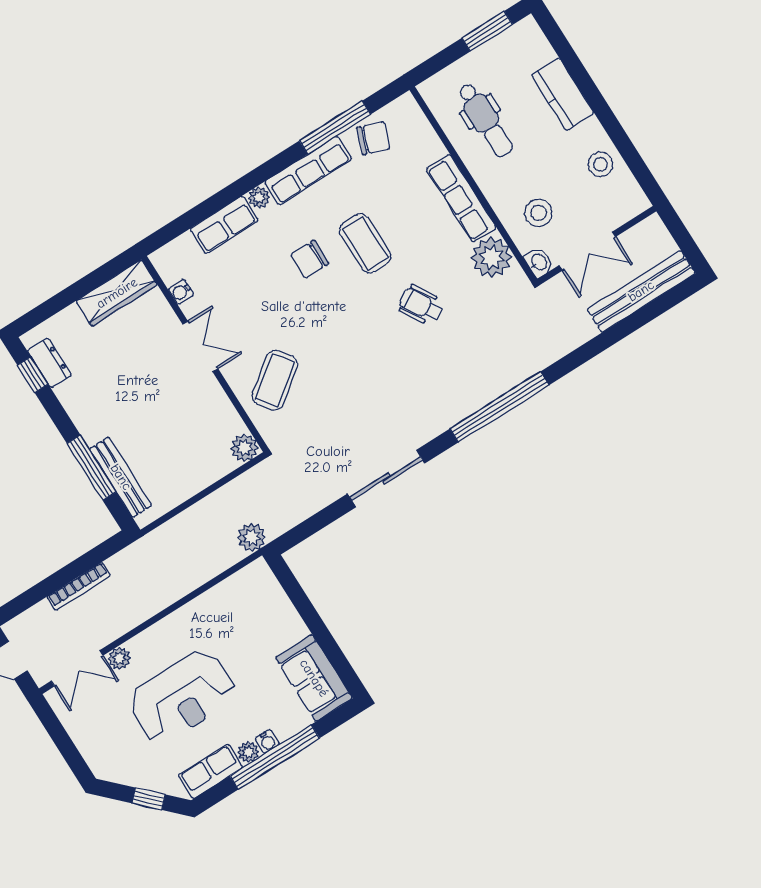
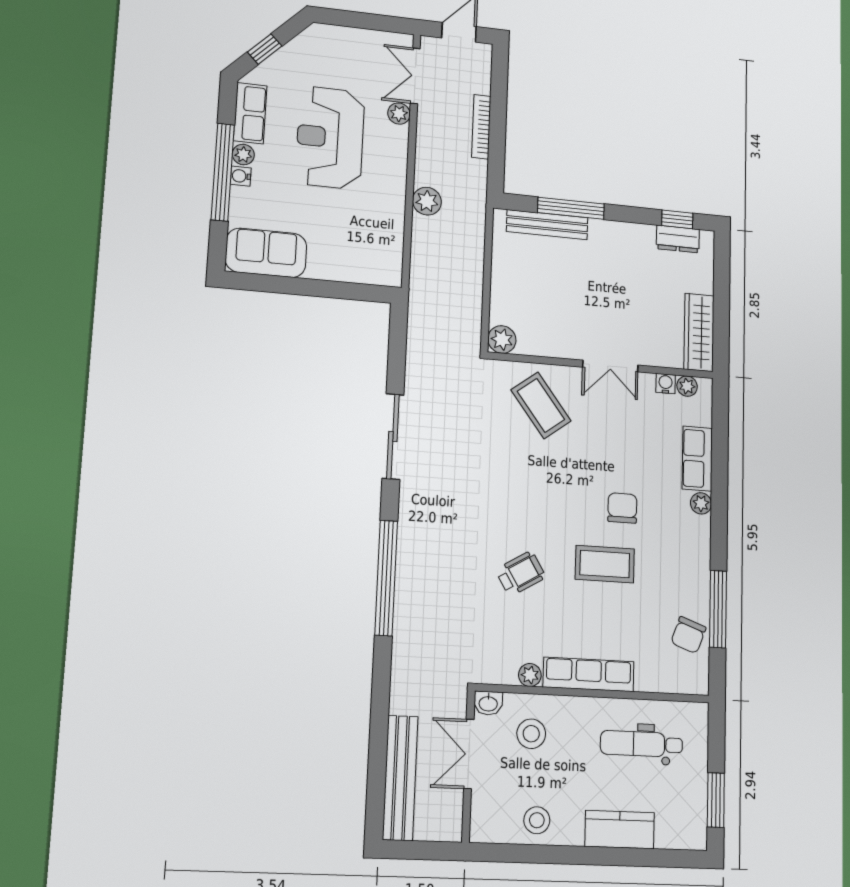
row of seats: (308, 171) -> (697, 561), removed
plant: (491, 257) -> (530, 675), width x0.53, depth x0.53
plant: (170, 273) -> (687, 386), added
plant: (252, 537) -> (427, 201), moved

